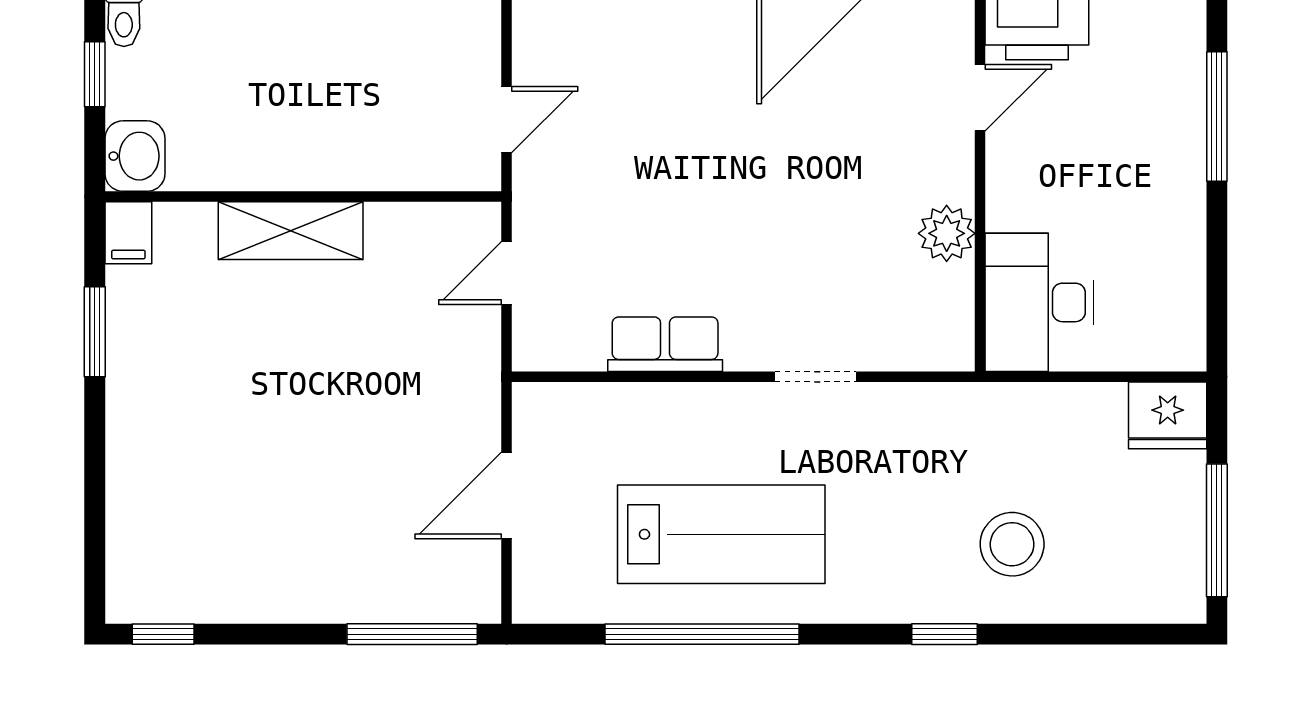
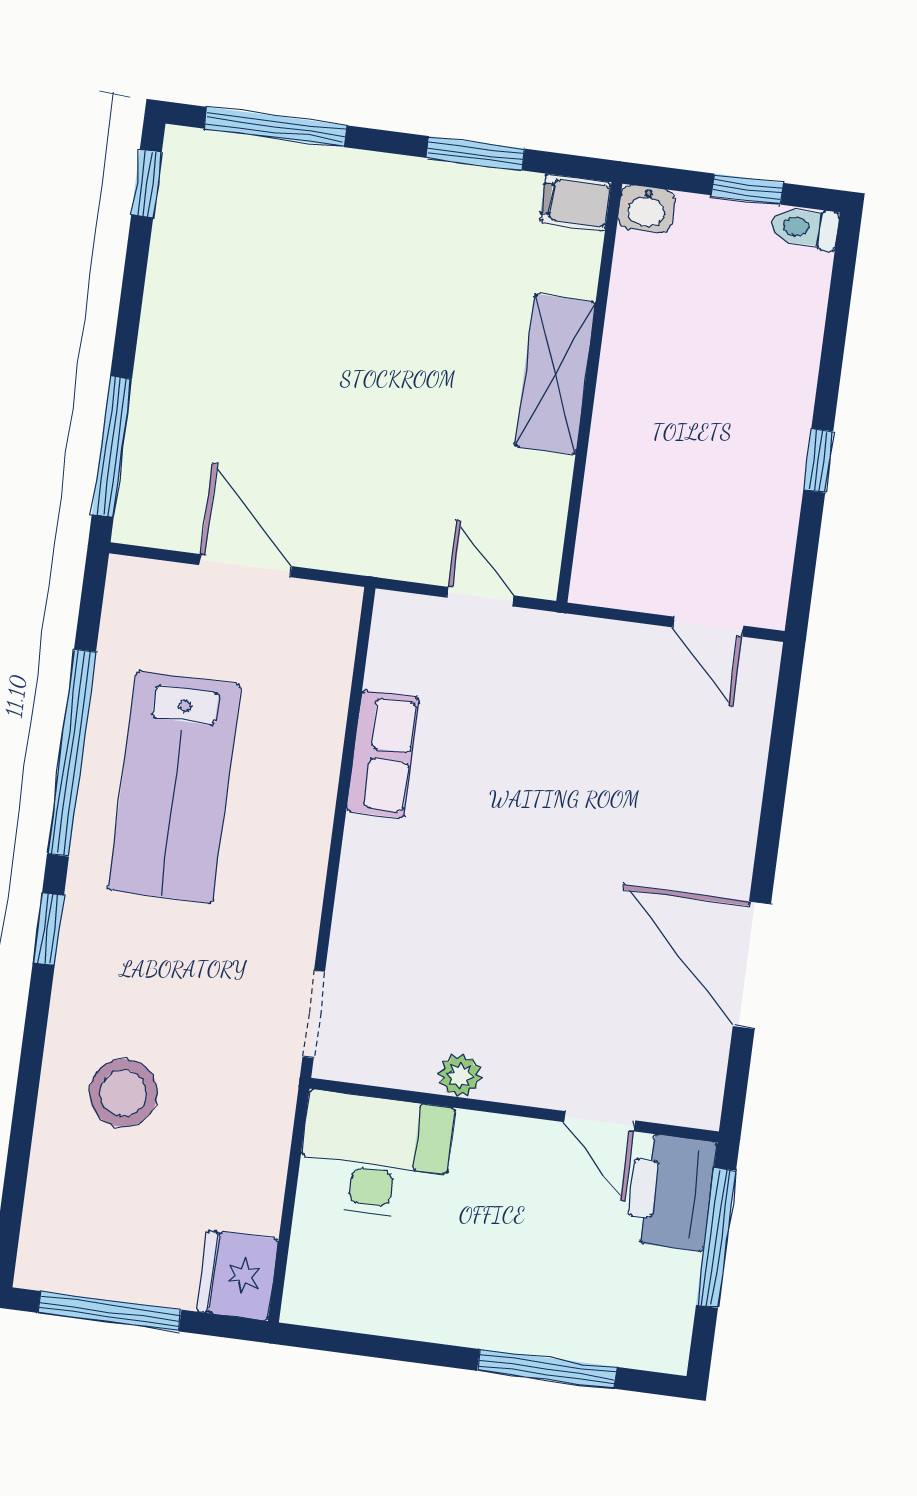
door: (507, 120) -> (708, 627), moved
washbasin: (135, 156) -> (647, 209), width x0.72, depth x0.69
plant: (947, 233) -> (460, 1075), width x0.73, depth x0.73
doorway: (816, 377) -> (314, 1014), moved
window: (95, 521) -> (275, 127), added
window: (945, 634) -> (48, 929), moved

